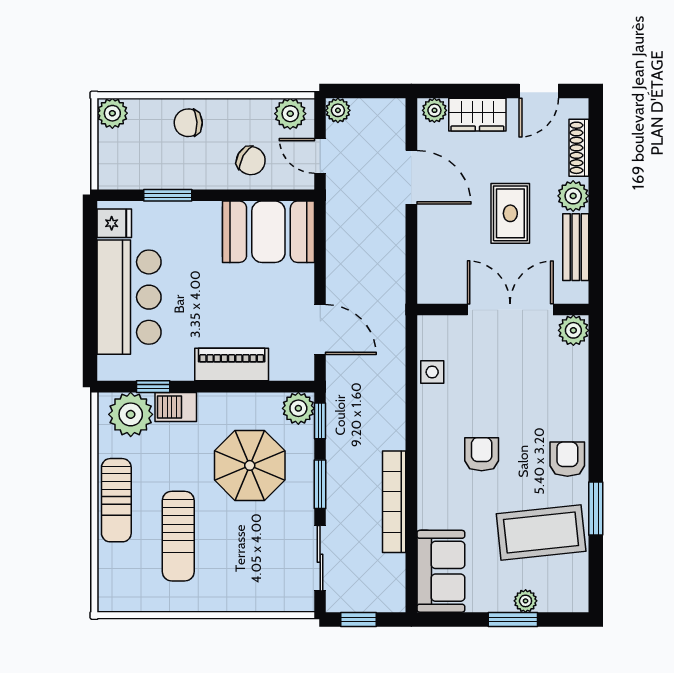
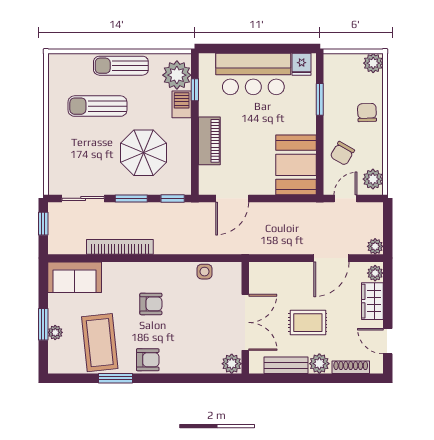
plant: (338, 110) -> (375, 246), moved
plant: (298, 408) -> (181, 184), removed

